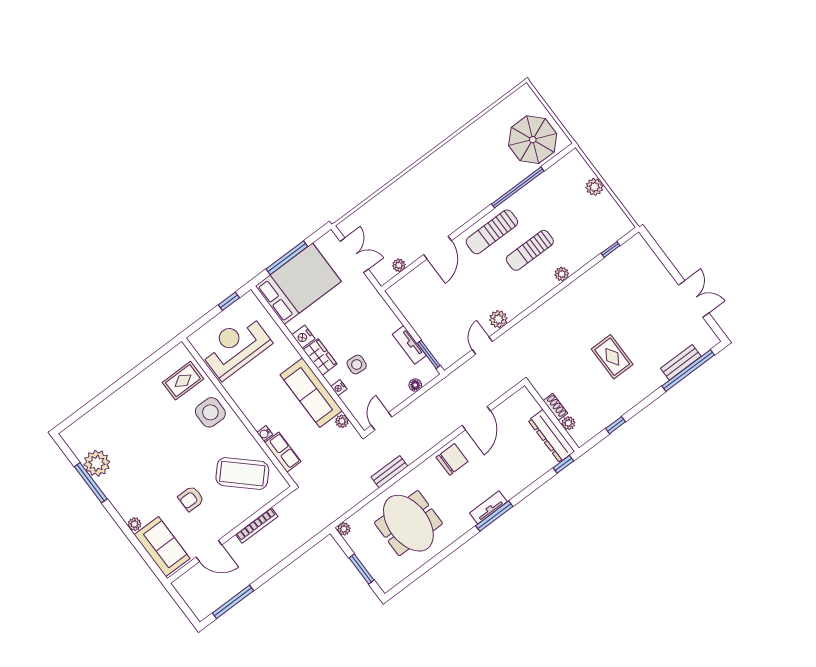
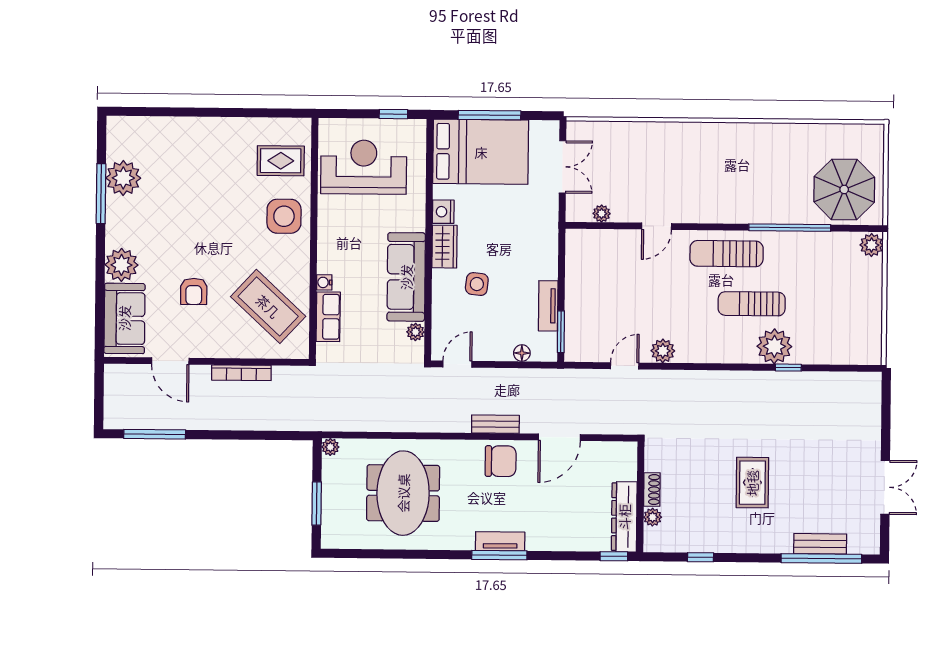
plant: (594, 187) -> (872, 245), moved
door: (438, 248) -> (657, 226), width x0.73
window: (611, 249) -> (788, 368), moved
plant: (562, 274) -> (774, 346), width x1.88, depth x1.88
nightstand: (339, 388) -> (439, 294), removed
bench: (389, 472) -> (495, 424), moved
armchair: (191, 499) -> (194, 291), turned -90
plant: (134, 524) -> (121, 265), width x1.88, depth x1.88

